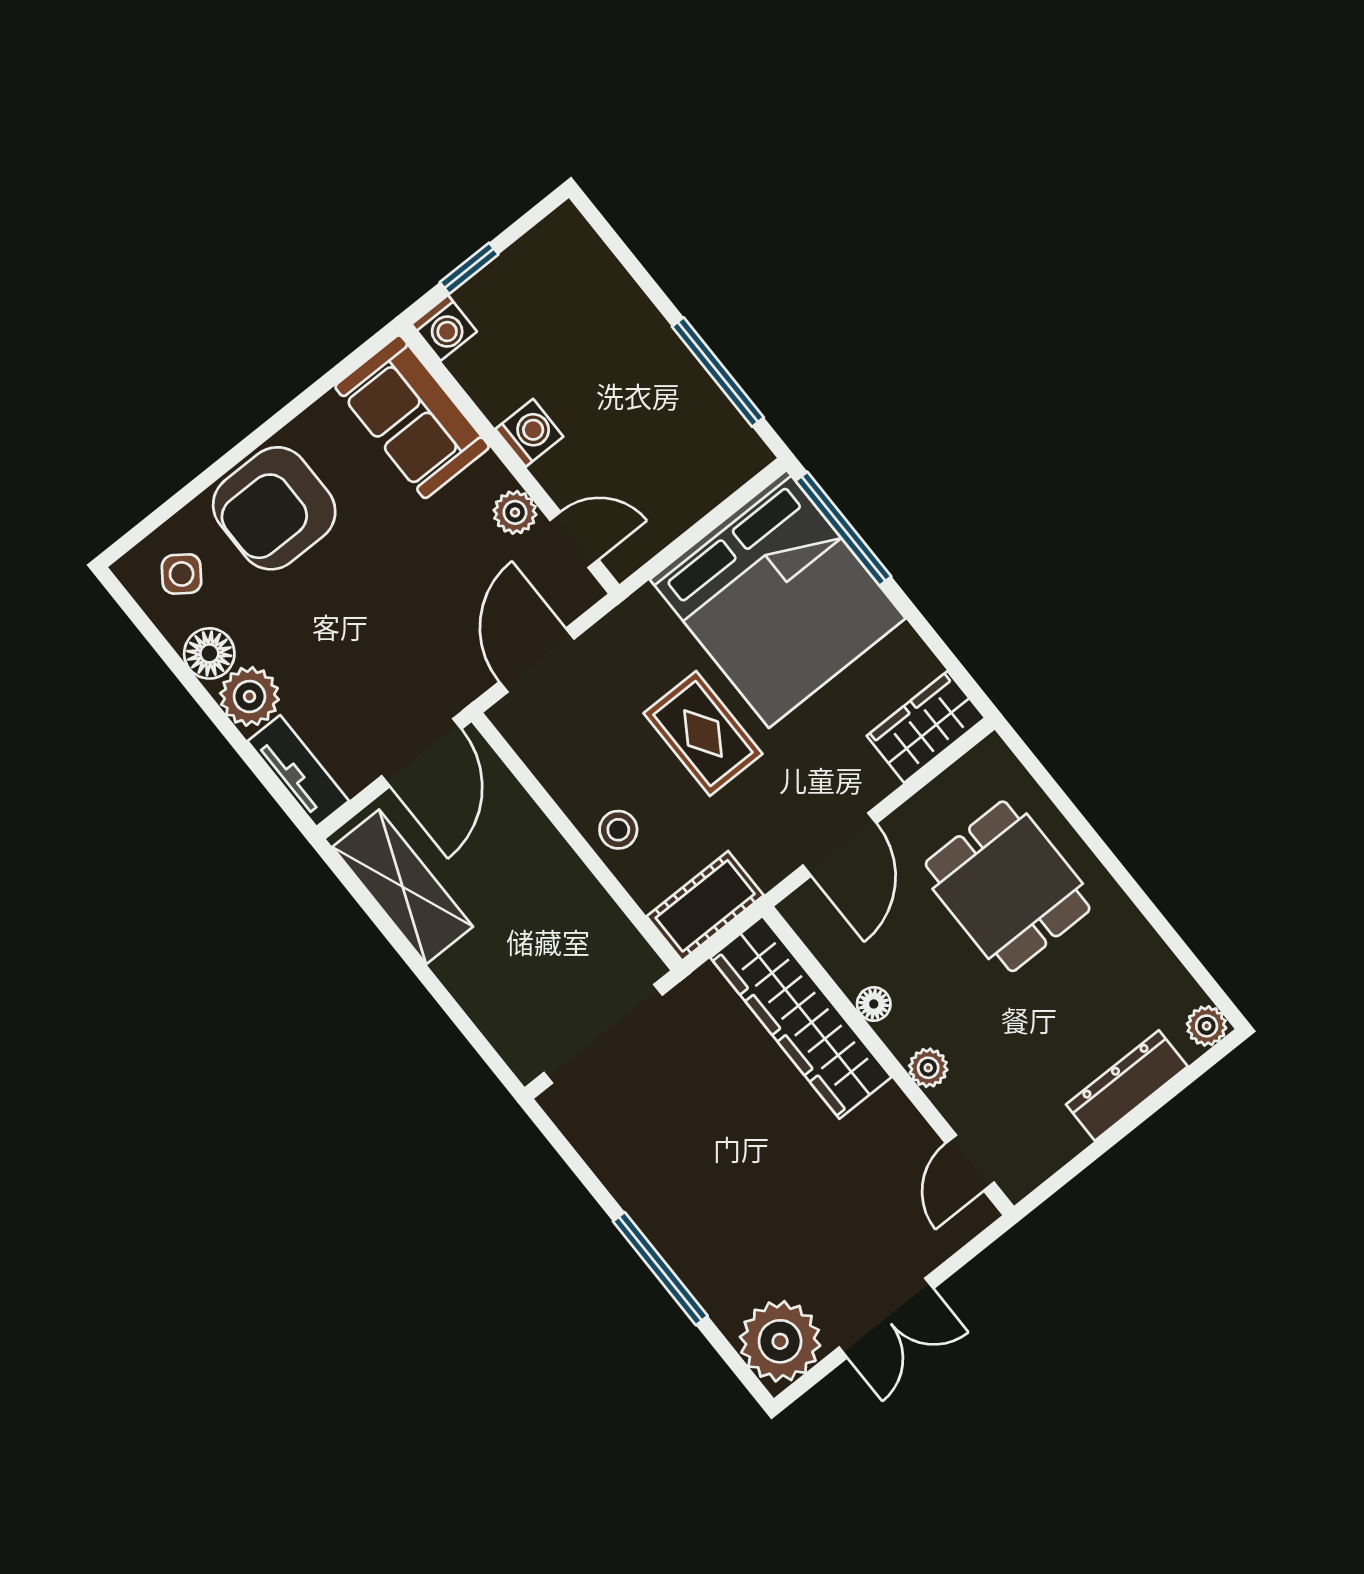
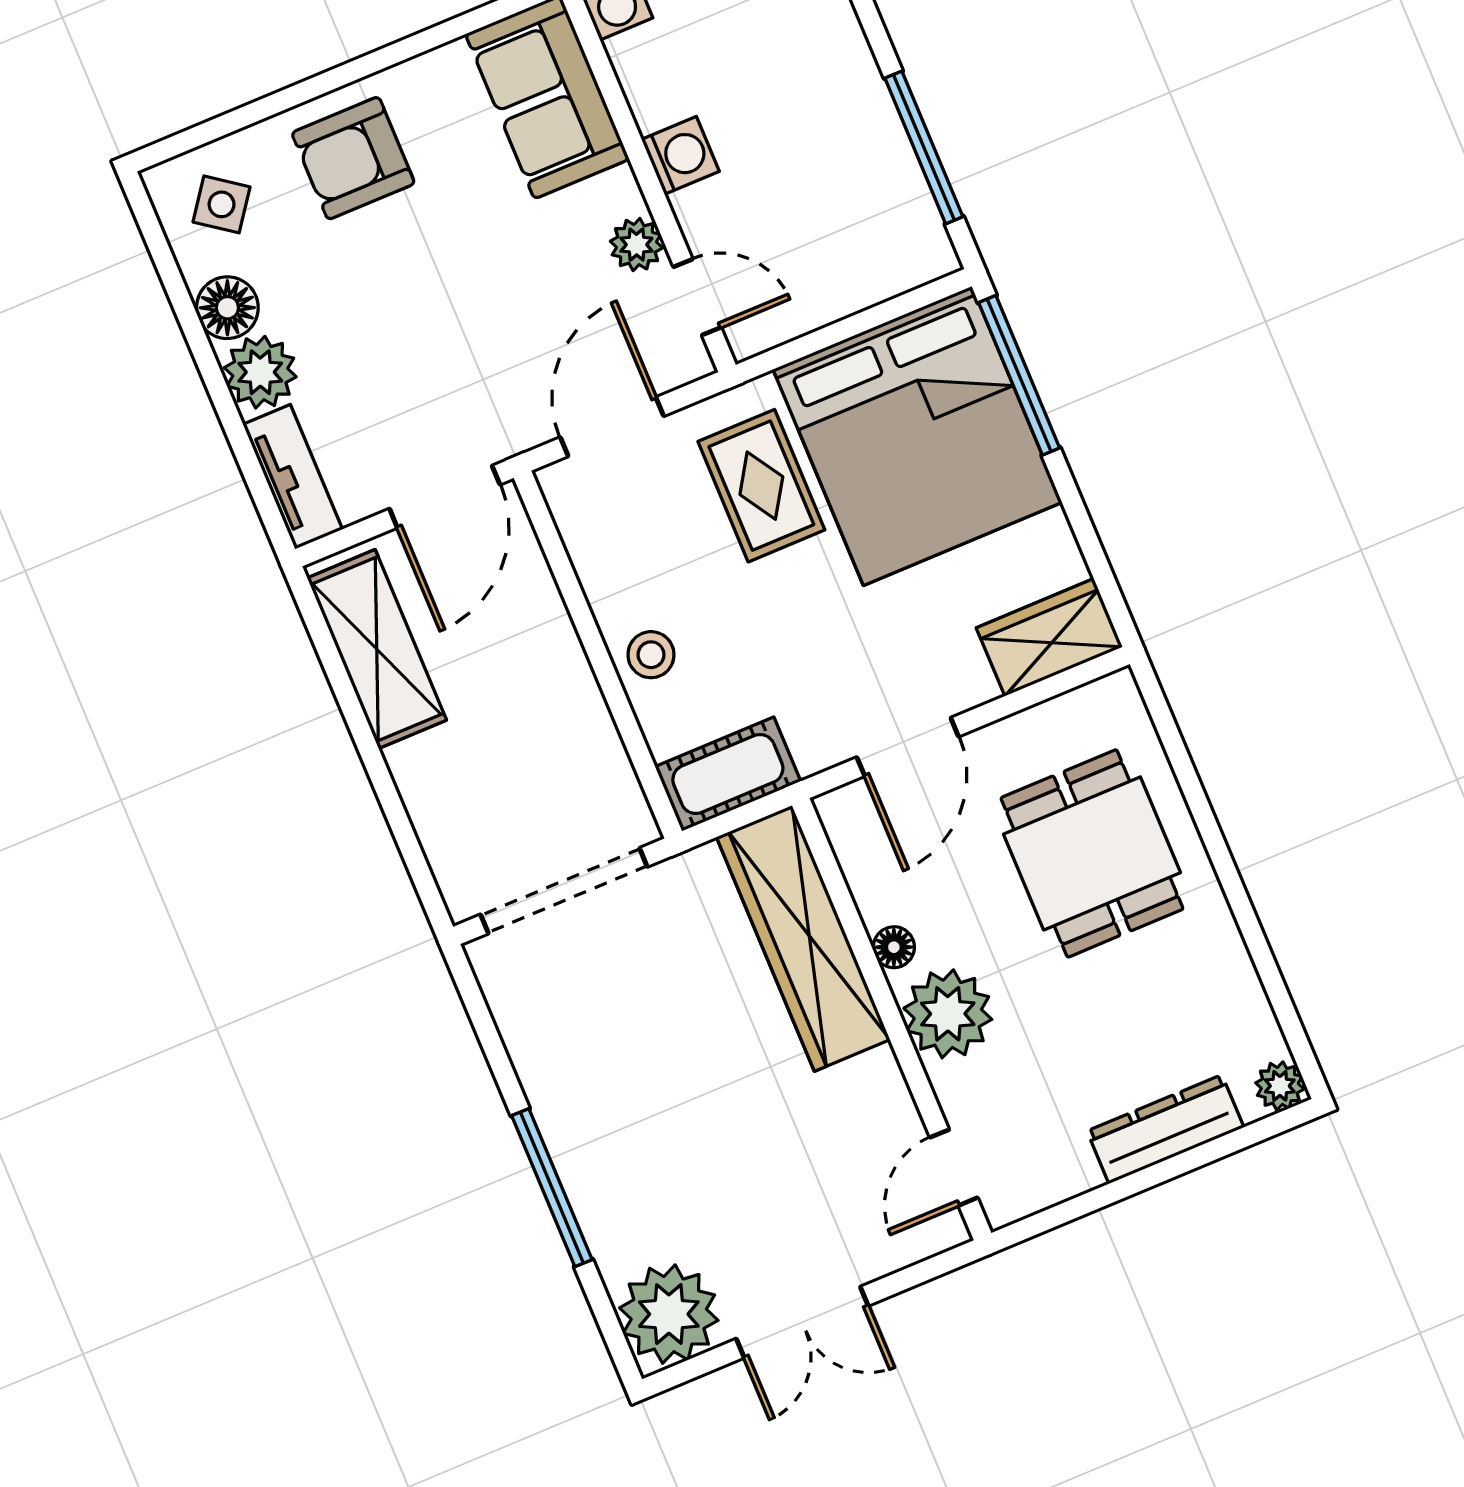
armchair: (274, 508) -> (353, 158), width x0.73, depth x0.73
rug: (703, 733) -> (761, 486), moved
plant: (928, 1068) -> (948, 1014), width x1.88, depth x1.88

